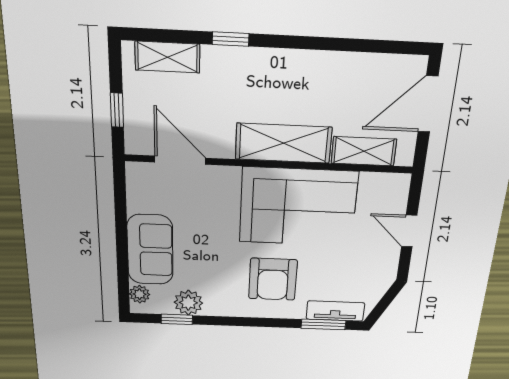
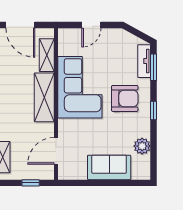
plant: (140, 294) -> (138, 174), removed
window: (177, 319) -> (154, 111), moved

